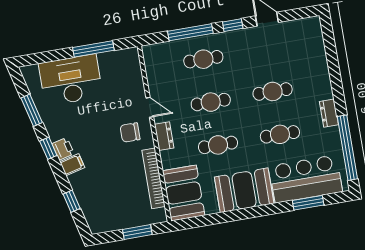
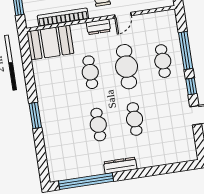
cafe table: (211, 102) -> (127, 67), width x1.37, depth x1.35
dresser: (329, 113) -> (120, 165), width x1.44
bar counter: (306, 179) -> (60, 146), removed
booth: (244, 190) -> (52, 94), removed
window: (308, 203) -> (35, 115), moved

